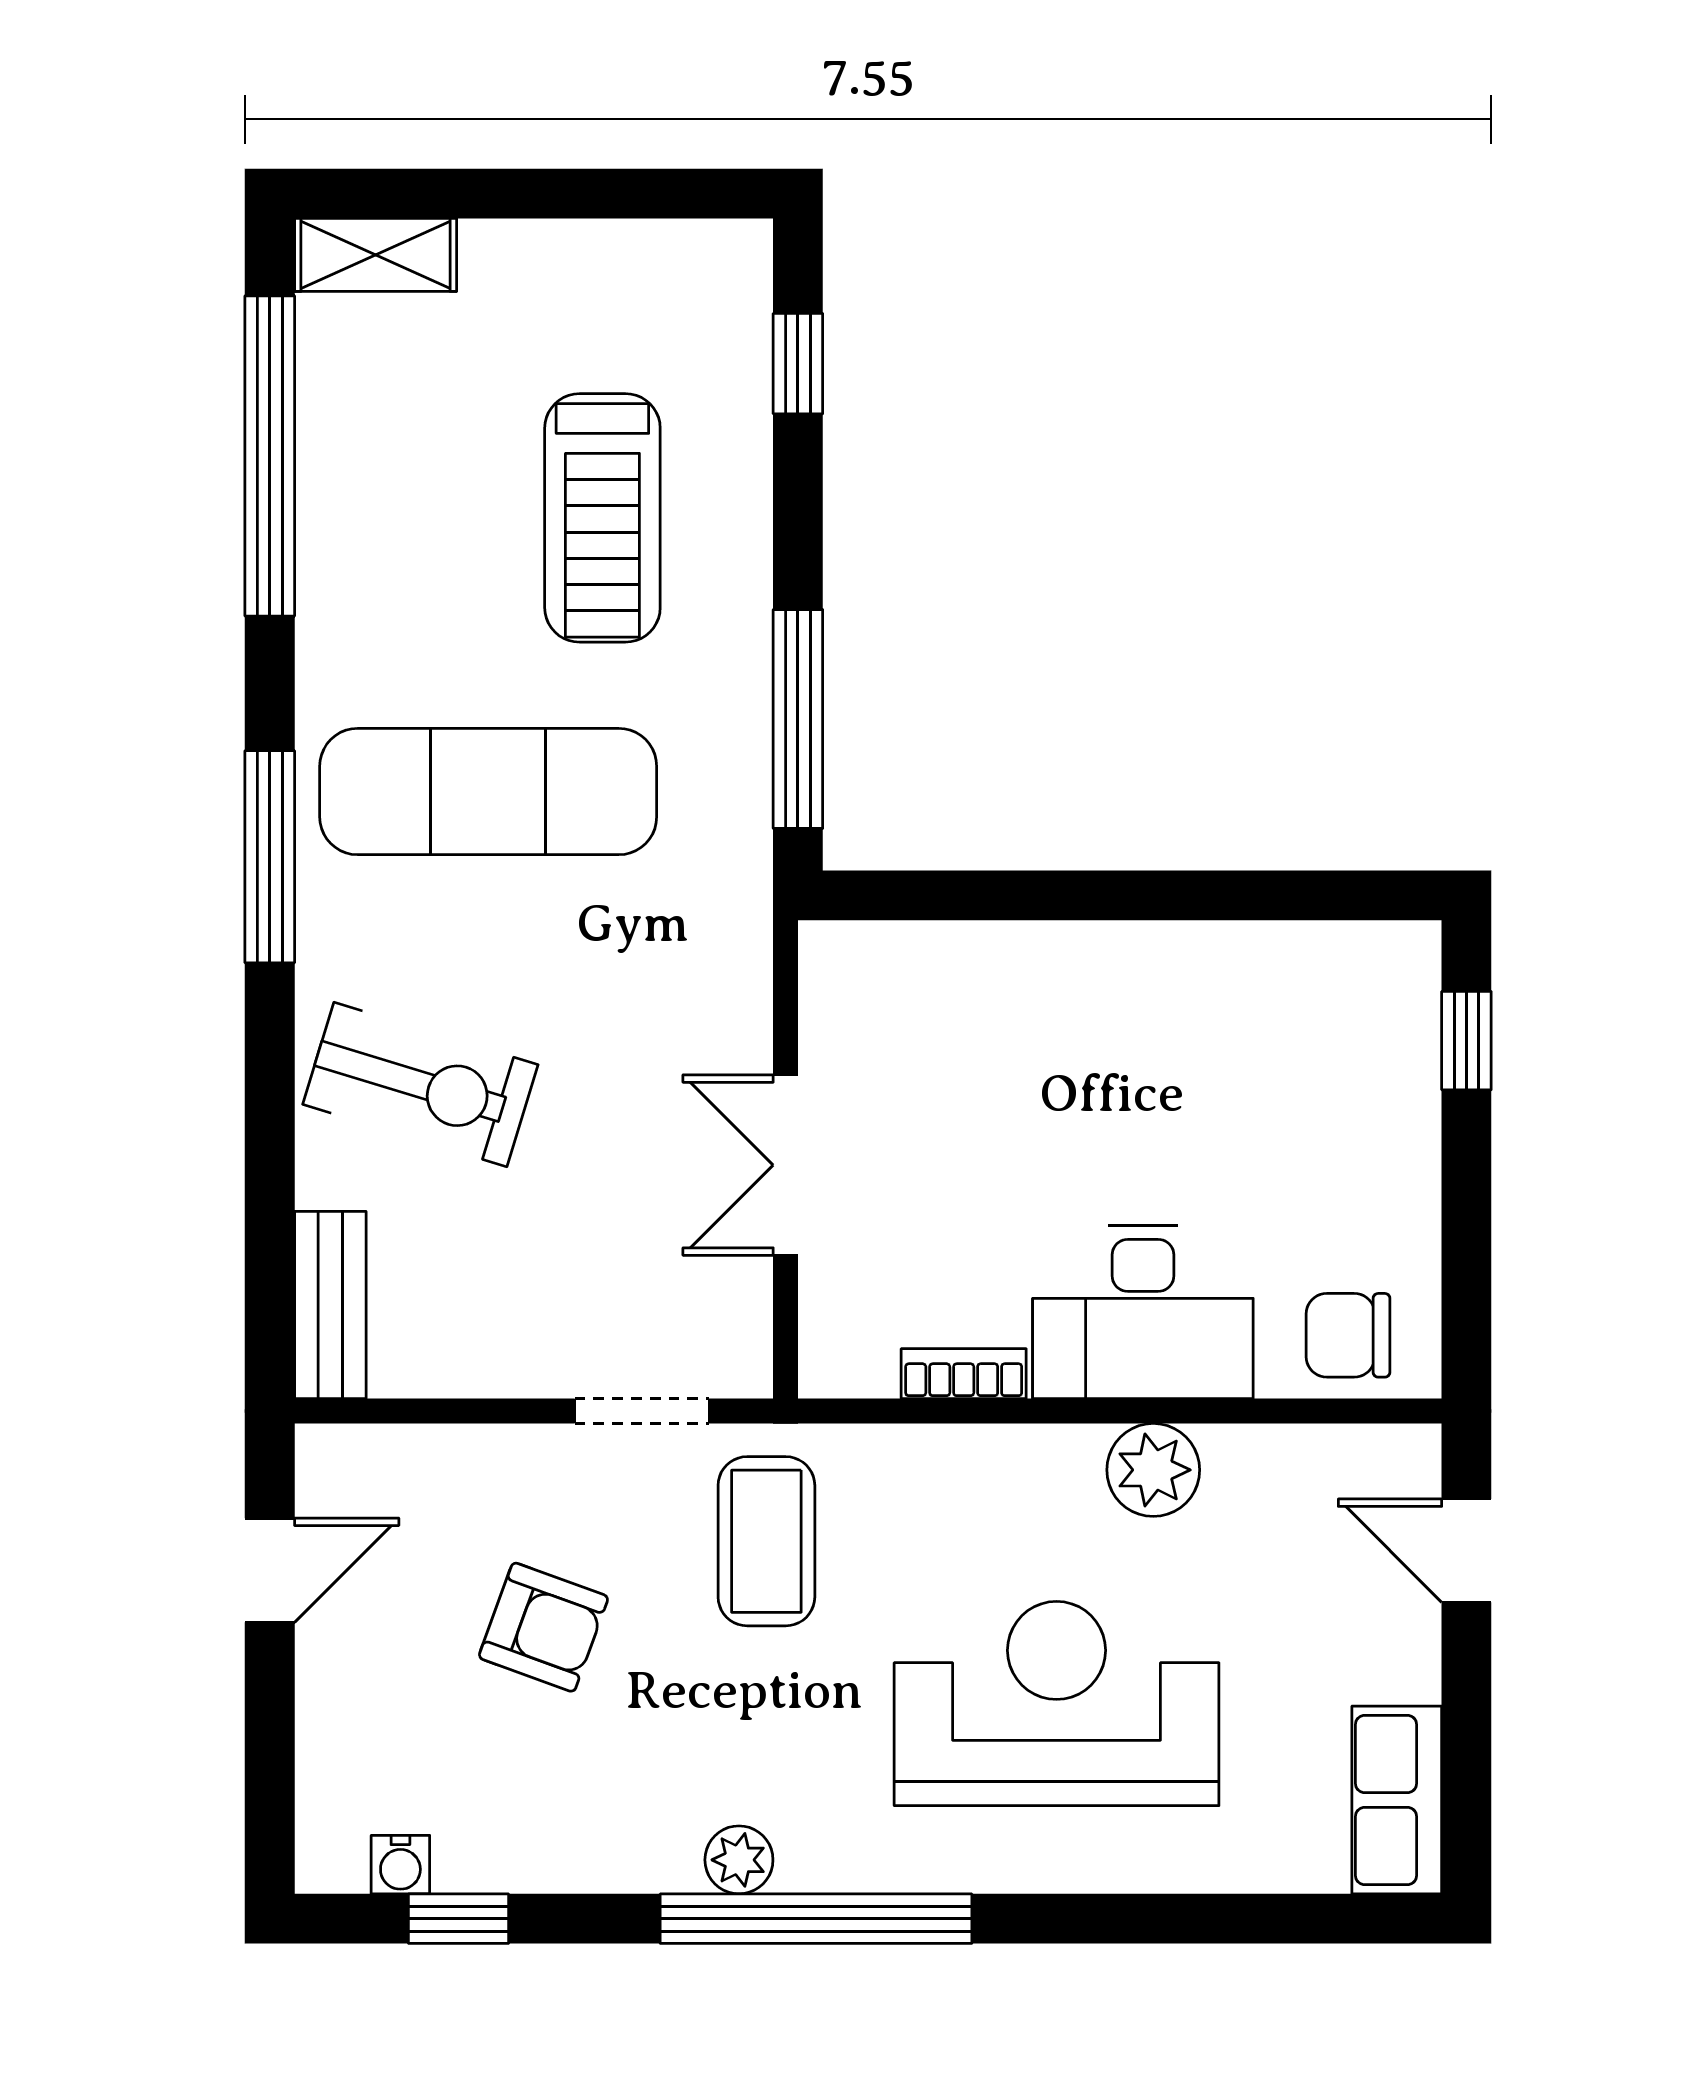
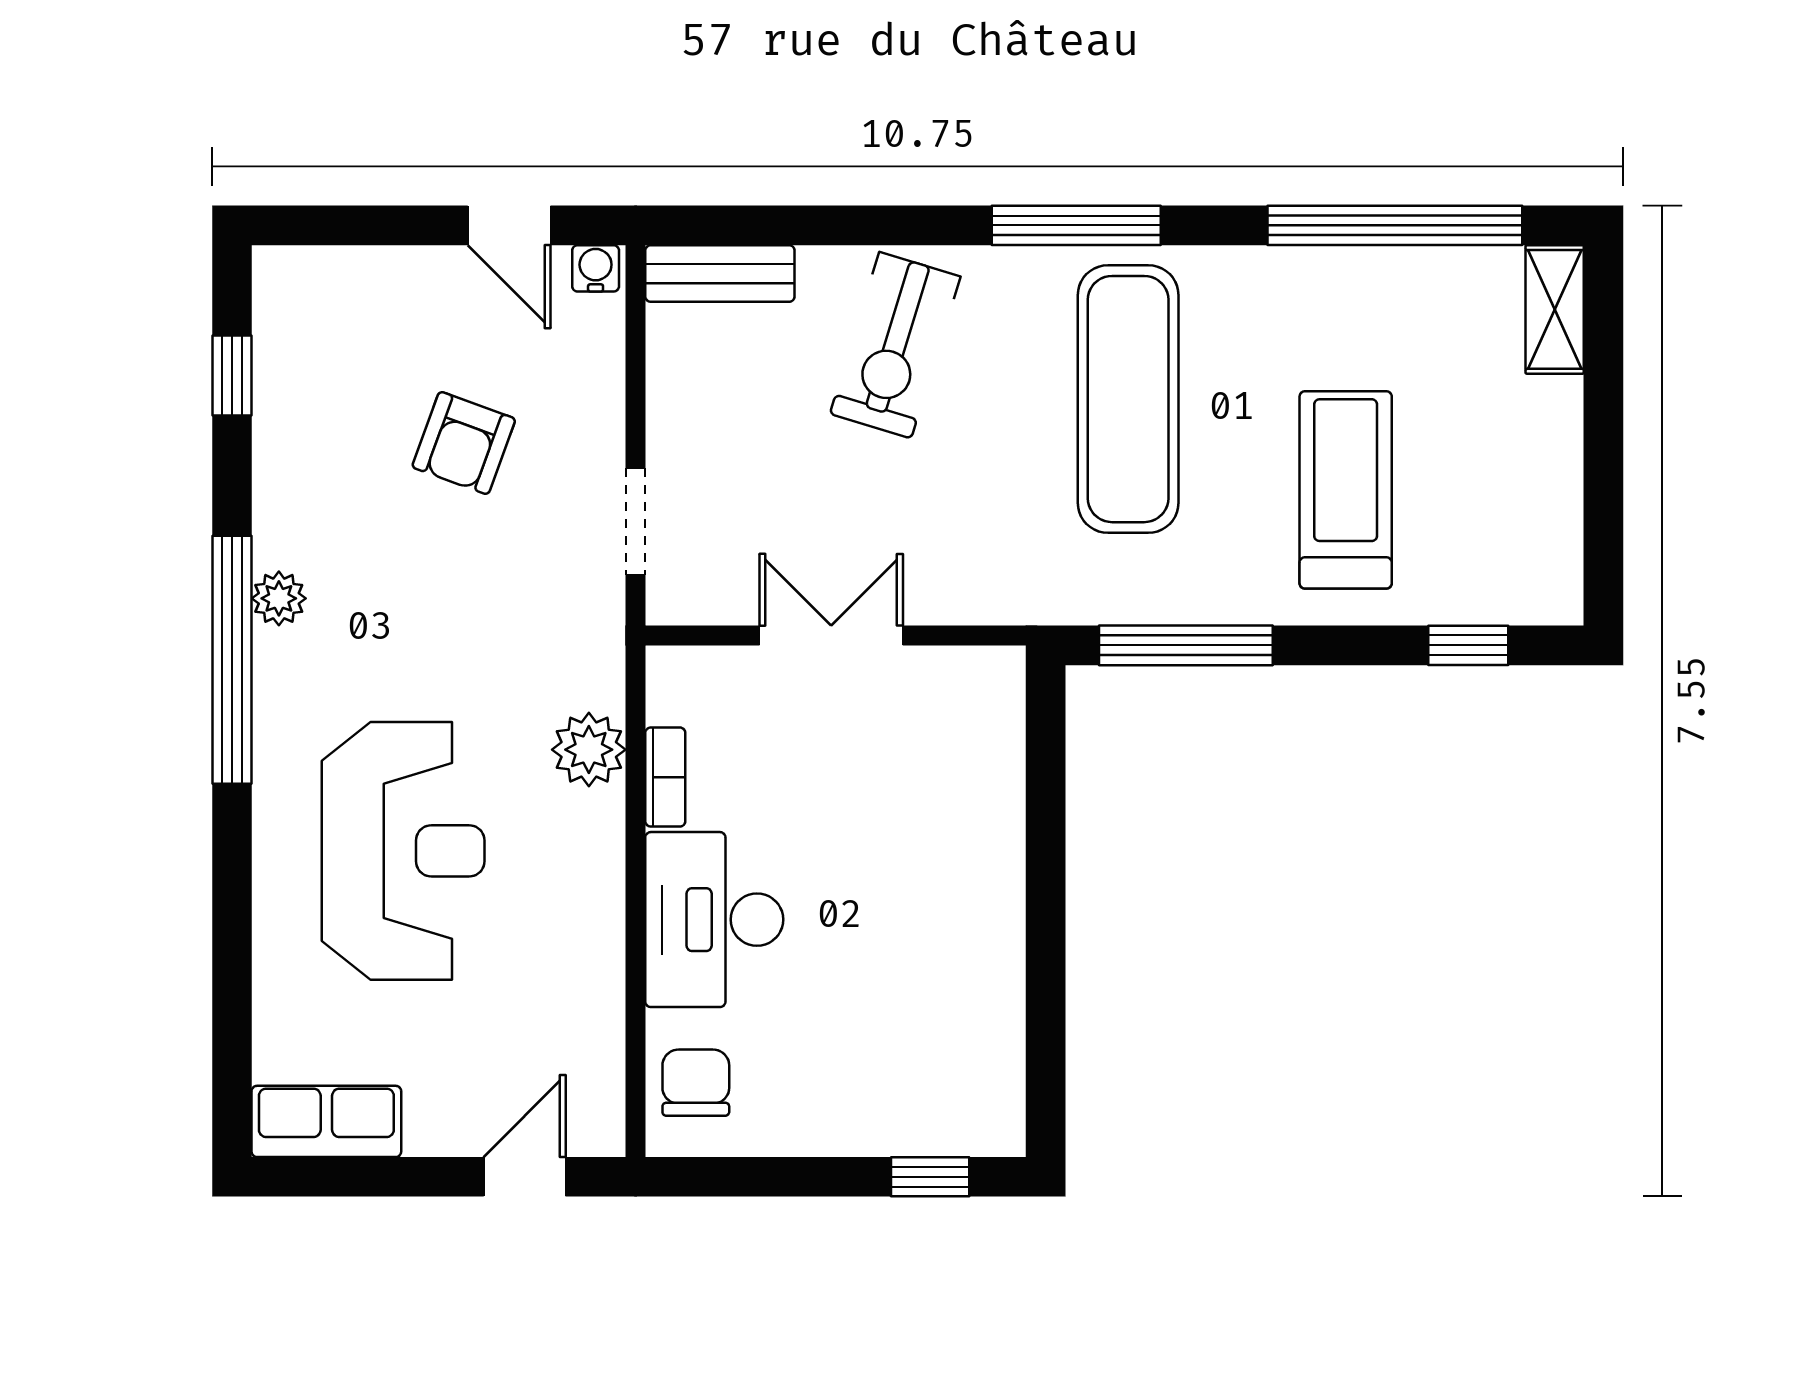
treadmill: (602, 518) -> (1346, 490), turned 90
plant: (1153, 1470) -> (589, 750), moved
coffee table: (766, 1541) -> (532, 620), removed
water cooler: (400, 1865) -> (596, 268), moved, turned 90

